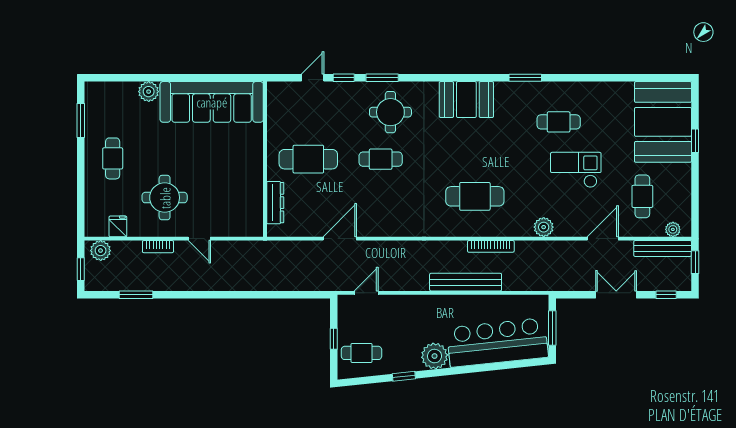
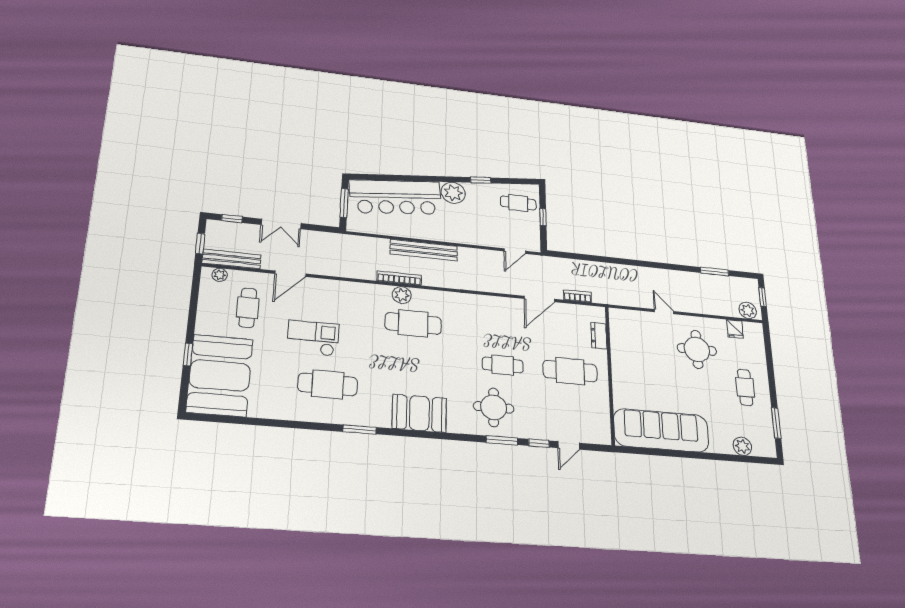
plant: (149, 92) -> (742, 446), moved
cafe table: (559, 122) -> (328, 384), width x1.37, depth x1.35
checkout: (576, 170) -> (313, 338), turned 180
dresser: (275, 203) -> (599, 336), width x0.70
plant: (544, 227) -> (402, 295), moved
bookcase: (158, 247) -> (577, 296), moved

